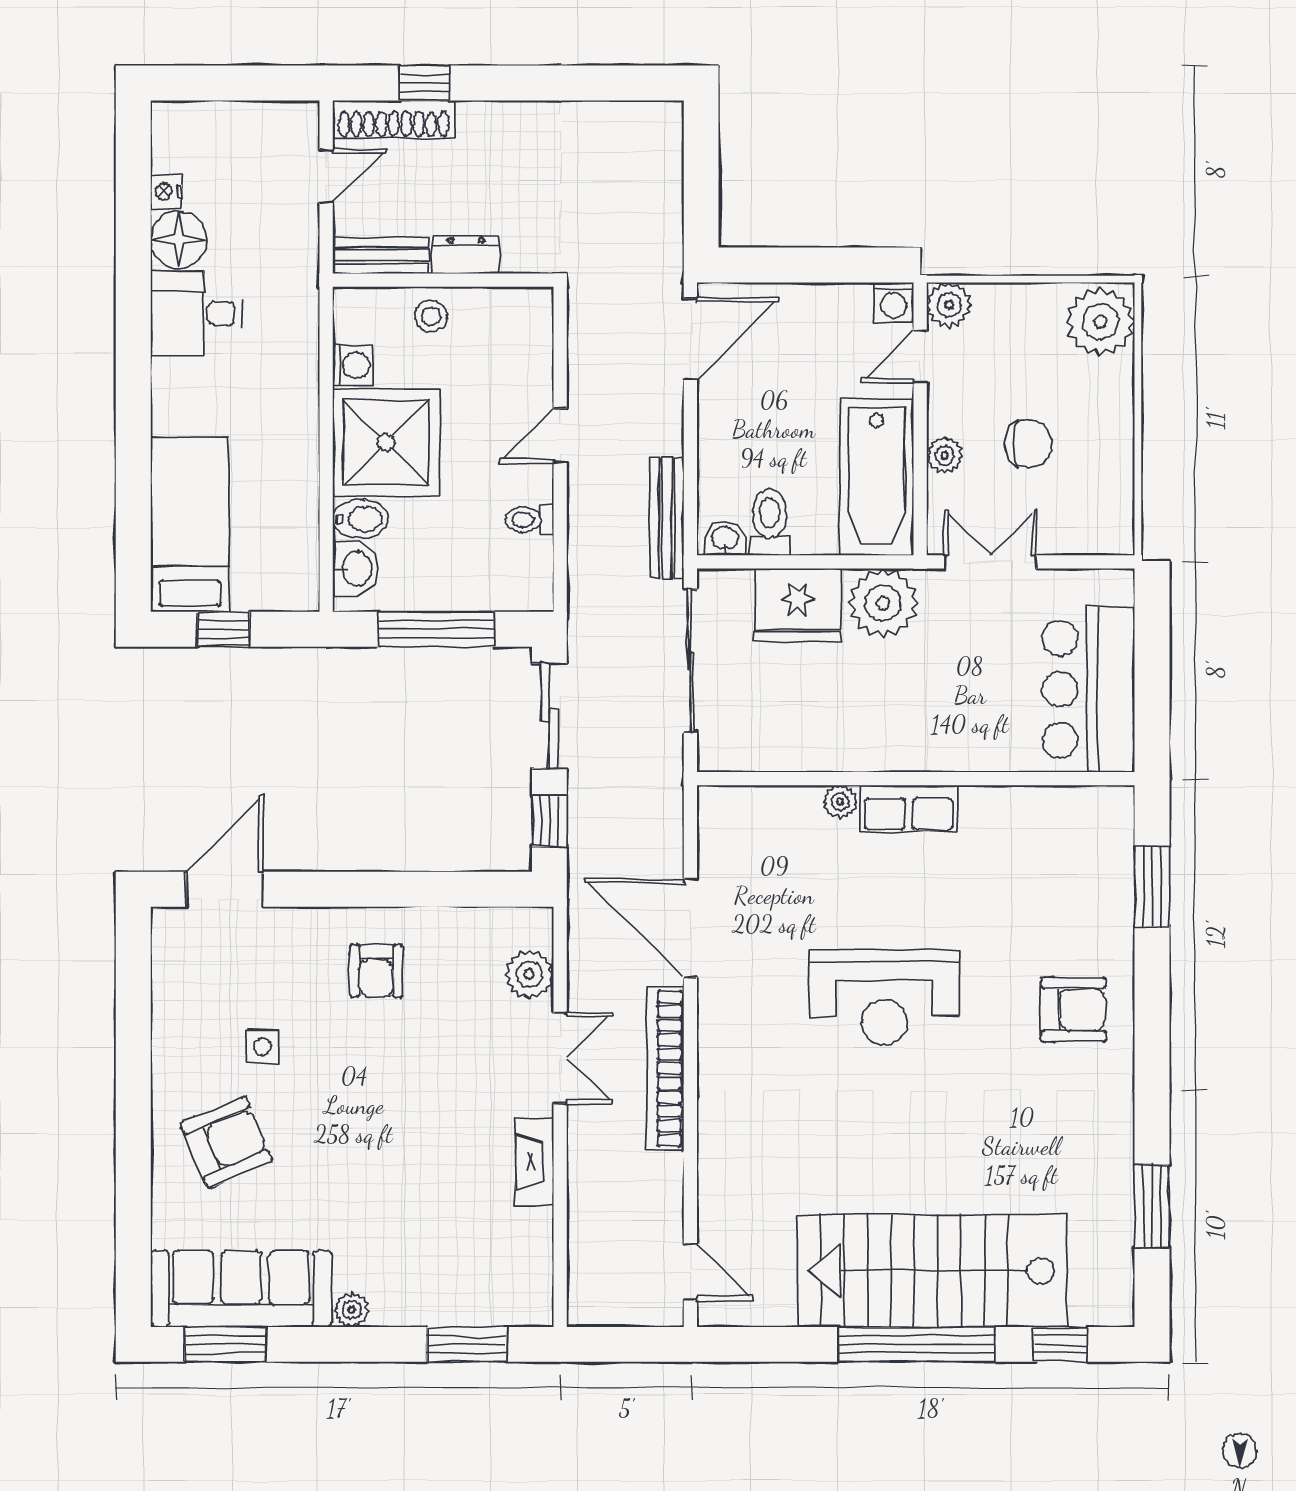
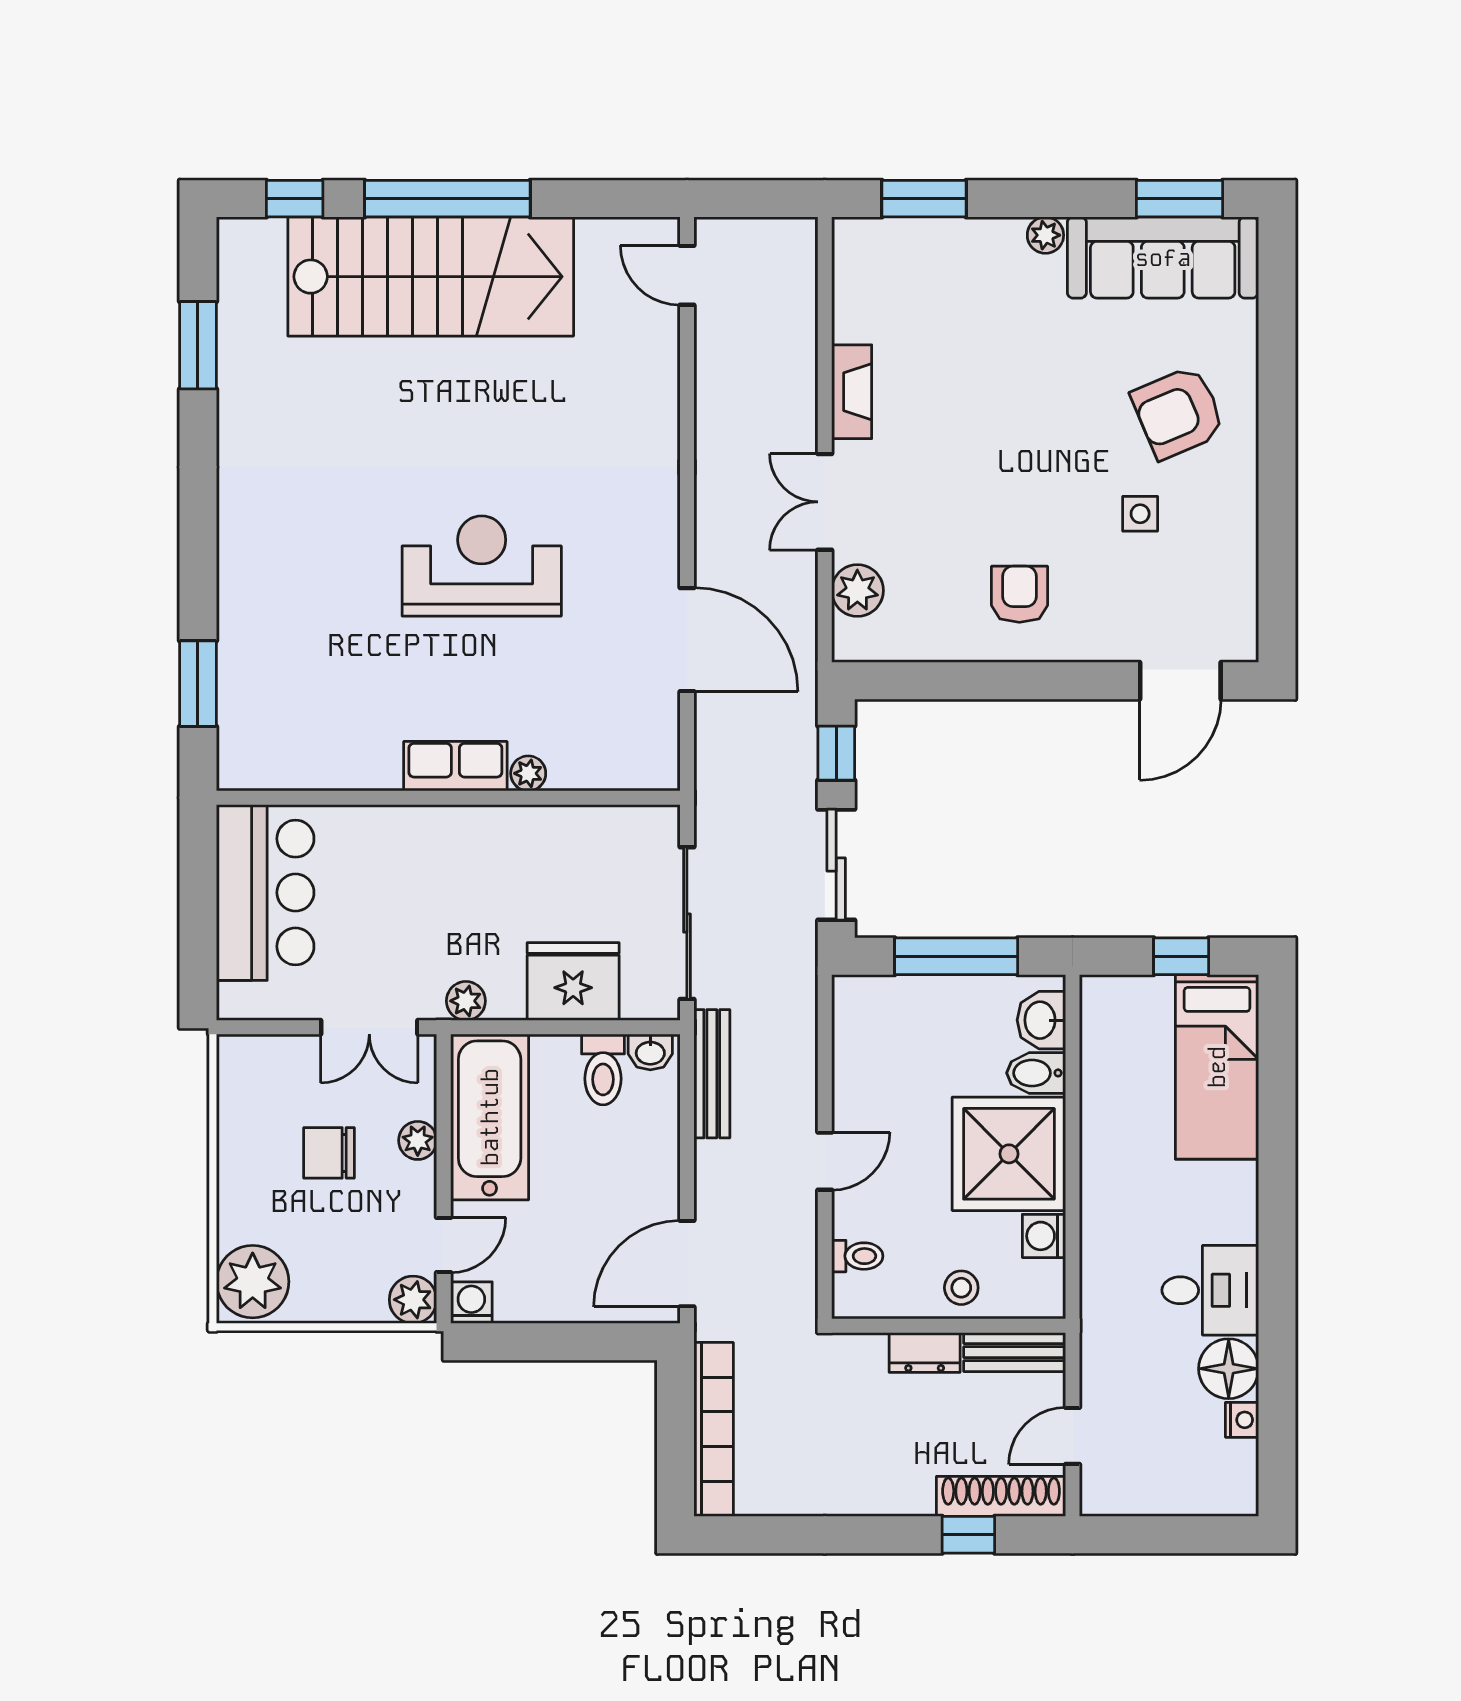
toilet: (529, 520) -> (857, 1256), moved
plant: (883, 603) -> (466, 1001), width x0.53, depth x0.53
armchair: (1073, 1010) -> (281, 553), removed
bookcase: (665, 1068) -> (714, 1429), moved

